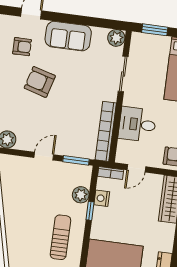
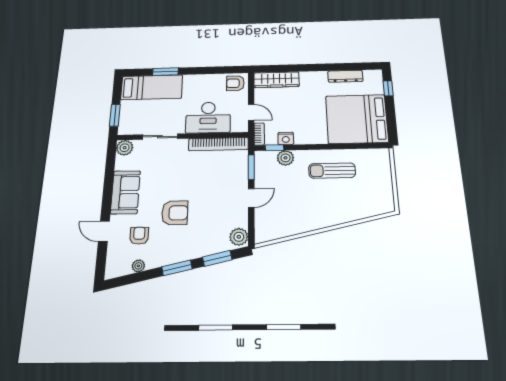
armchair: (40, 82) -> (175, 213), turned -106
desk: (137, 124) -> (208, 117), width x1.37
door: (44, 156) -> (251, 198), swing flipped
window: (90, 211) -> (275, 148), moved

